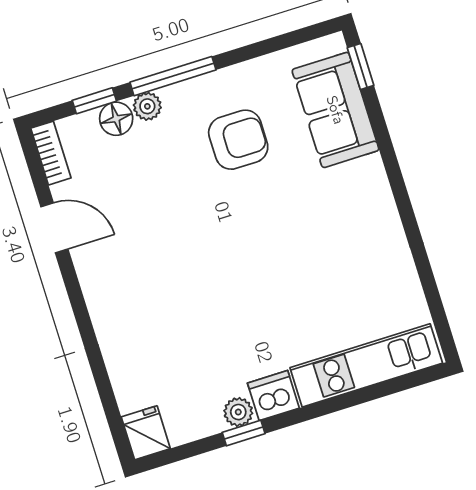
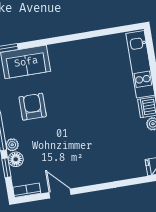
door: (54, 228) -> (60, 193), hinge flipped

